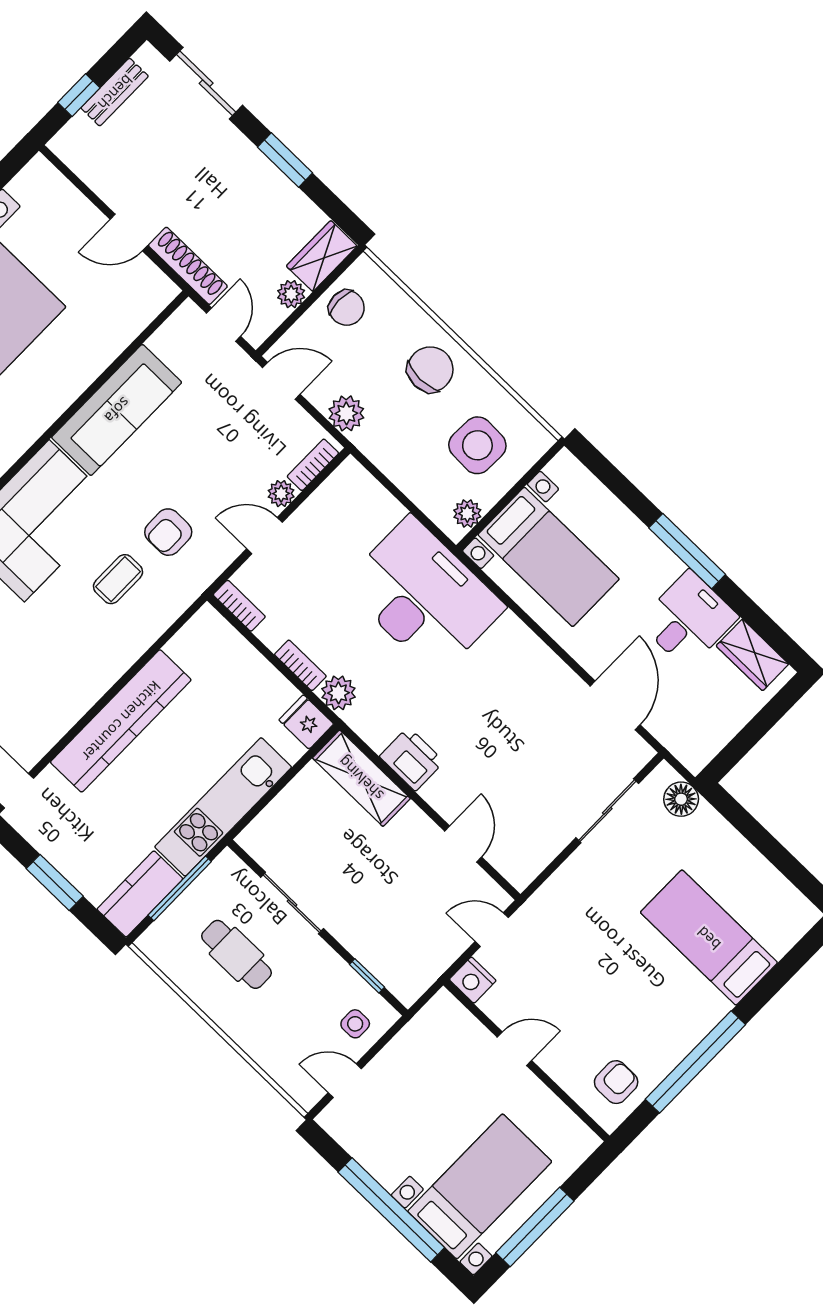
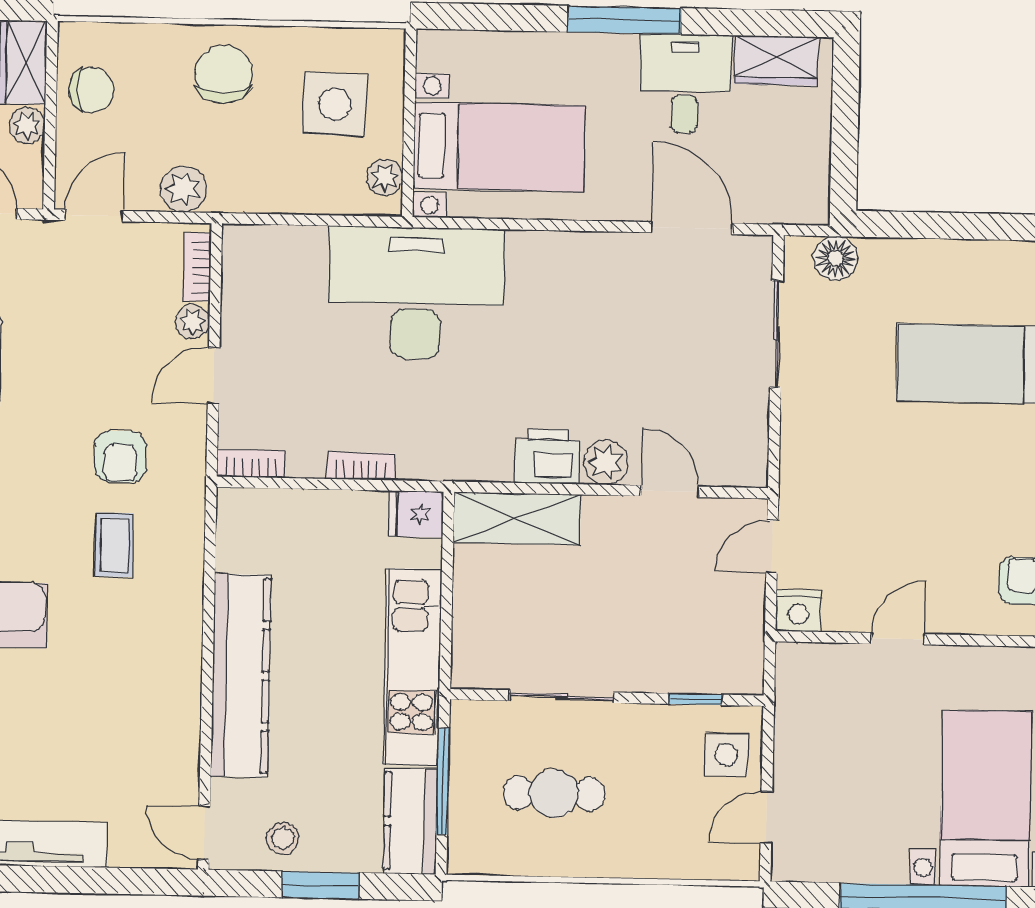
plant: (338, 693) -> (606, 462), moved
stool: (58, 836) -> (283, 838), added
side table: (355, 1024) -> (726, 755), width x1.37, depth x1.37

